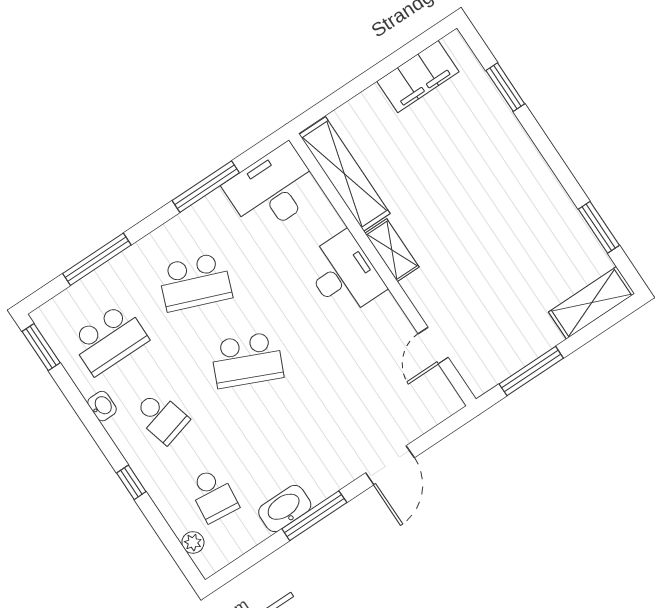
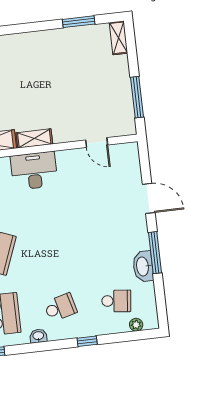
shelving: (591, 303) -> (118, 38), width x0.67, depth x0.75
school desk: (247, 360) -> (53, 246), removed

